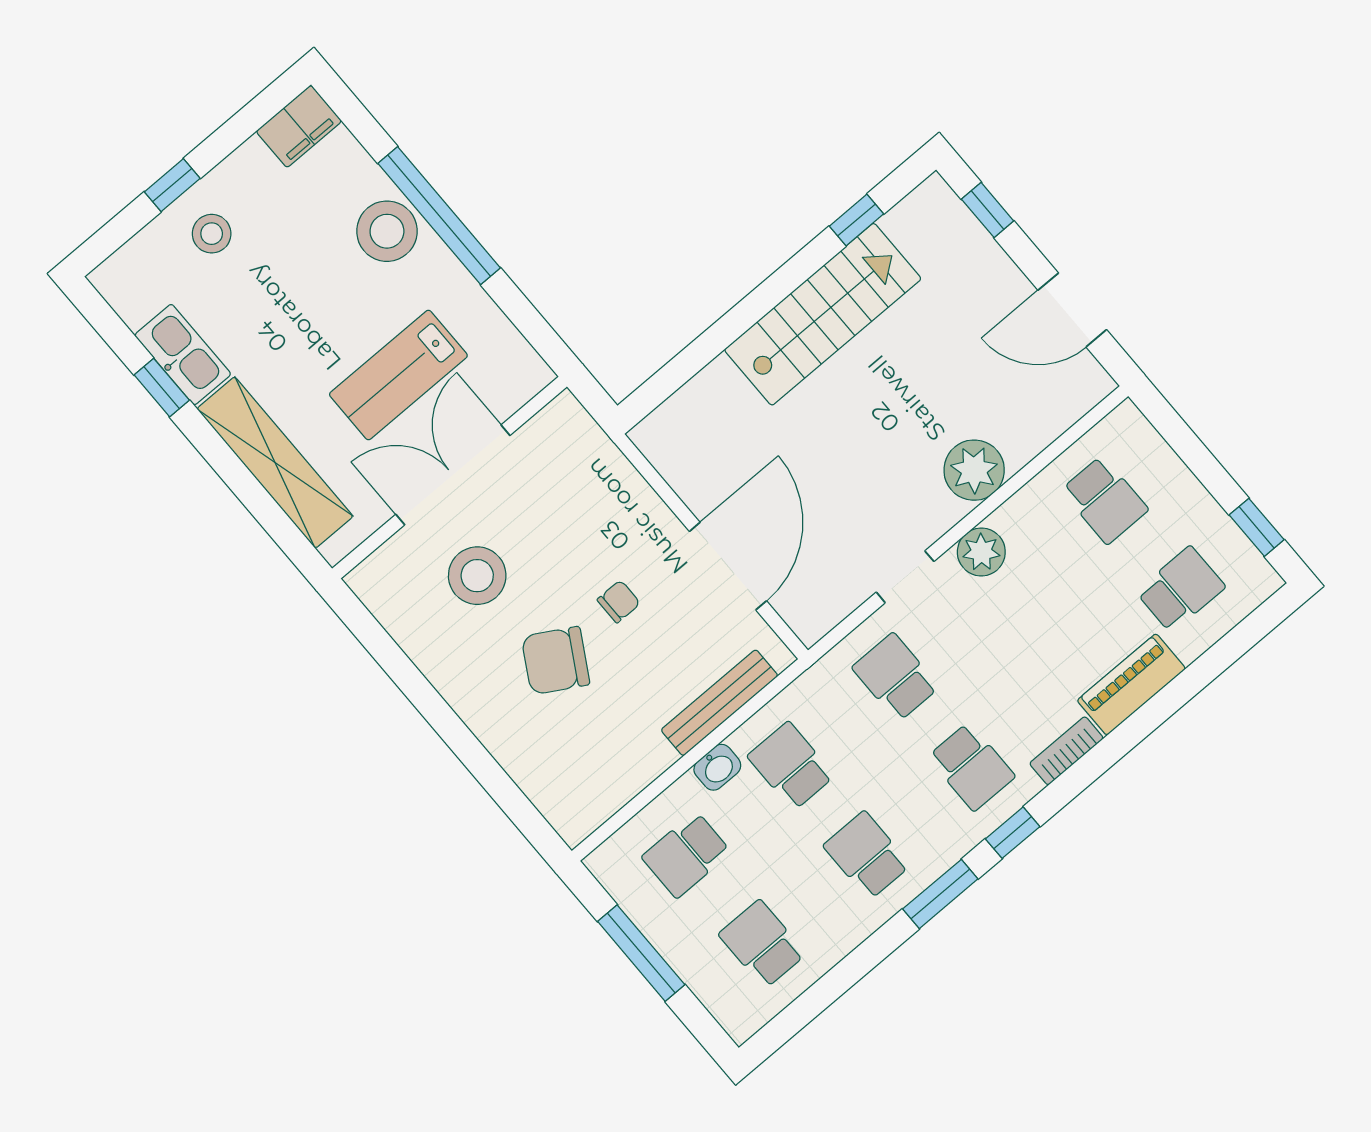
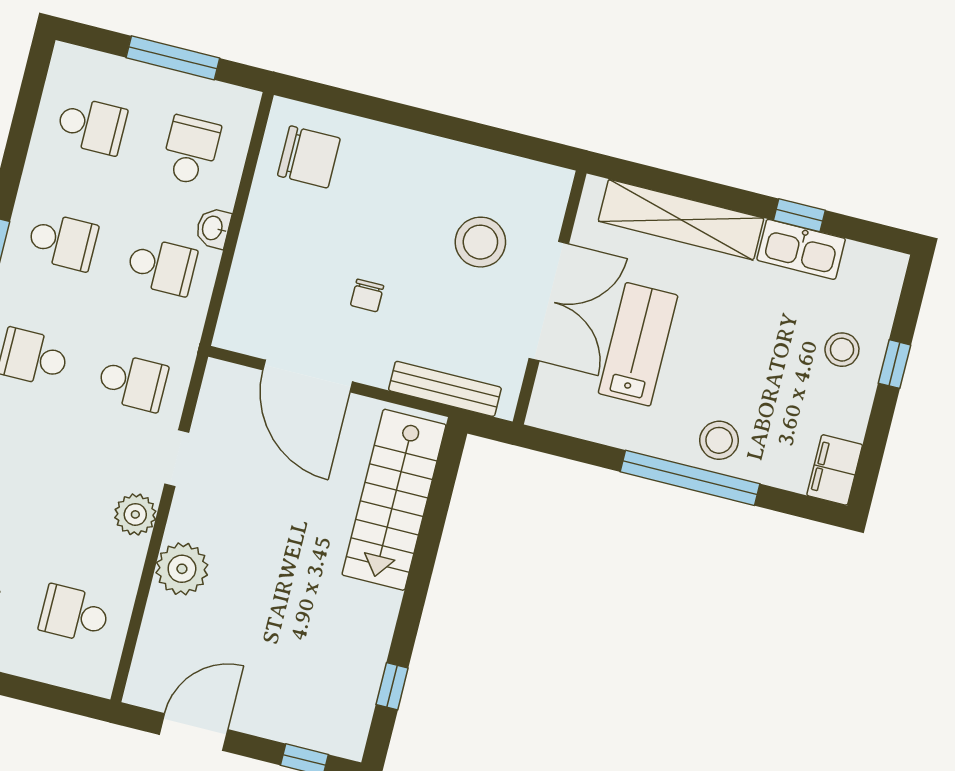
stool: (387, 231) -> (719, 440), width x0.73, depth x0.73
stairs: (823, 314) -> (394, 500), moved
chair: (556, 661) -> (309, 157), moved, turned 60
bench: (719, 703) -> (445, 389), moved, turned 90

